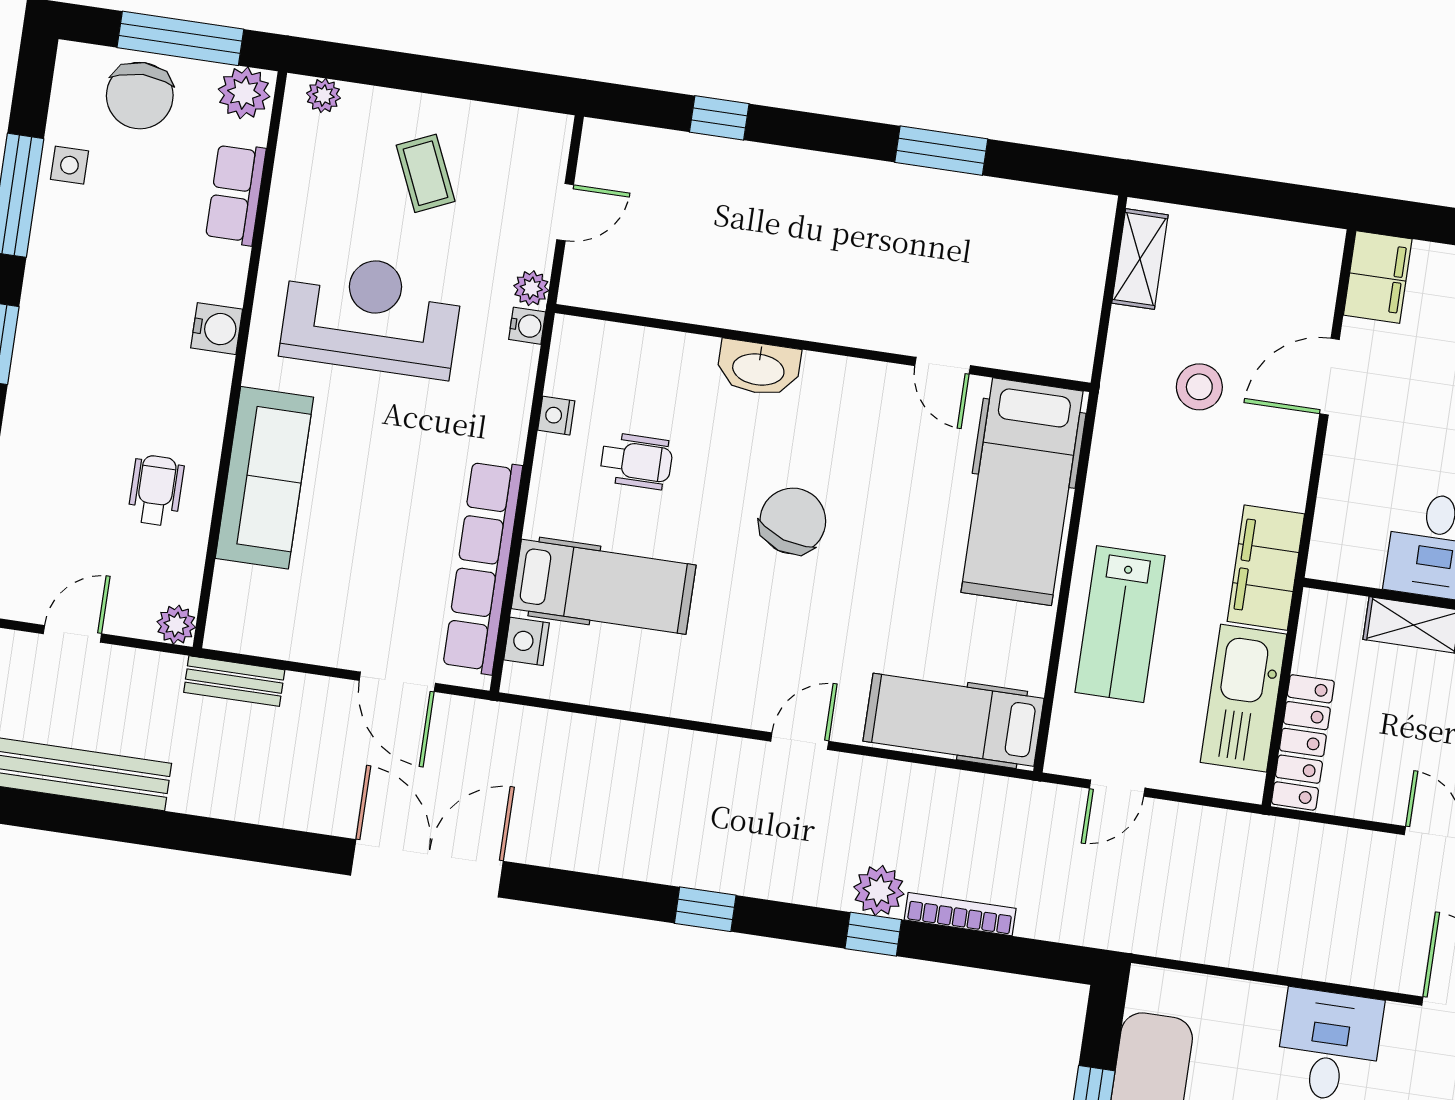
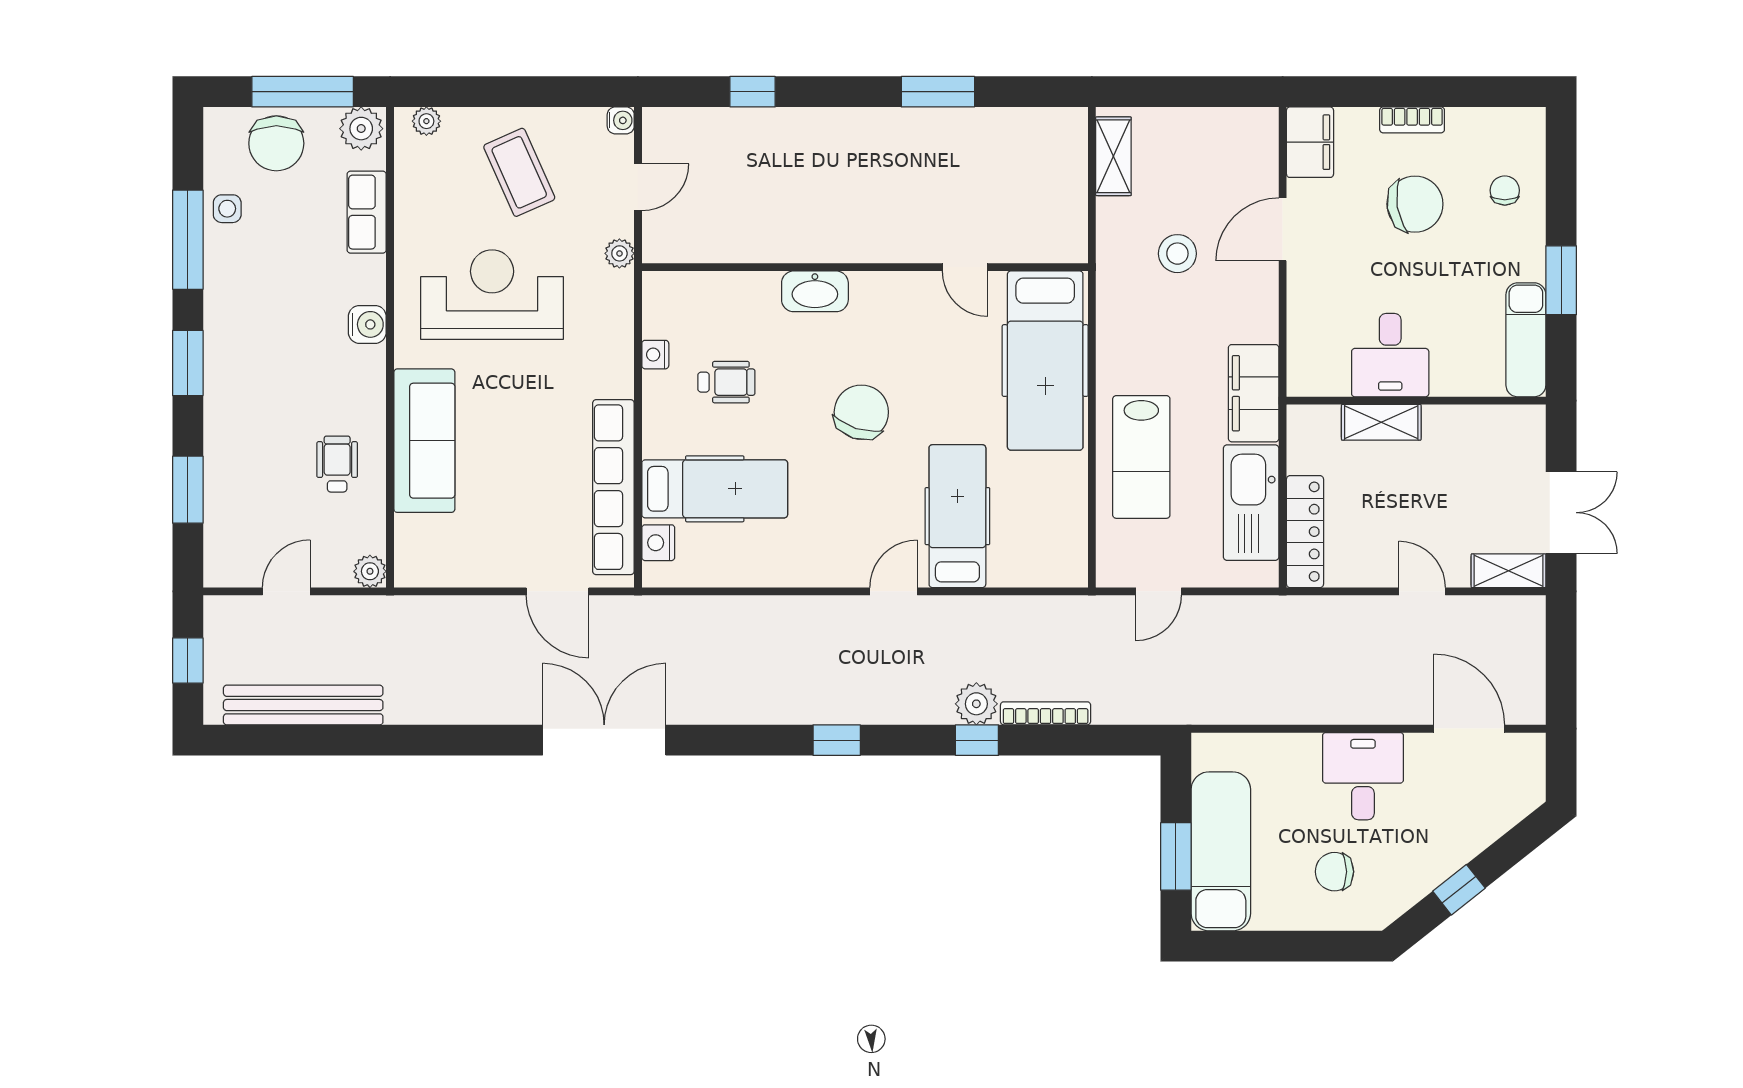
coffee table: (426, 173) -> (519, 172), width x1.36, depth x1.30
water cooler: (527, 326) -> (621, 120), moved
bench: (234, 681) -> (424, 610), removed
hospital bed: (954, 720) -> (957, 516), moved, turned 90

